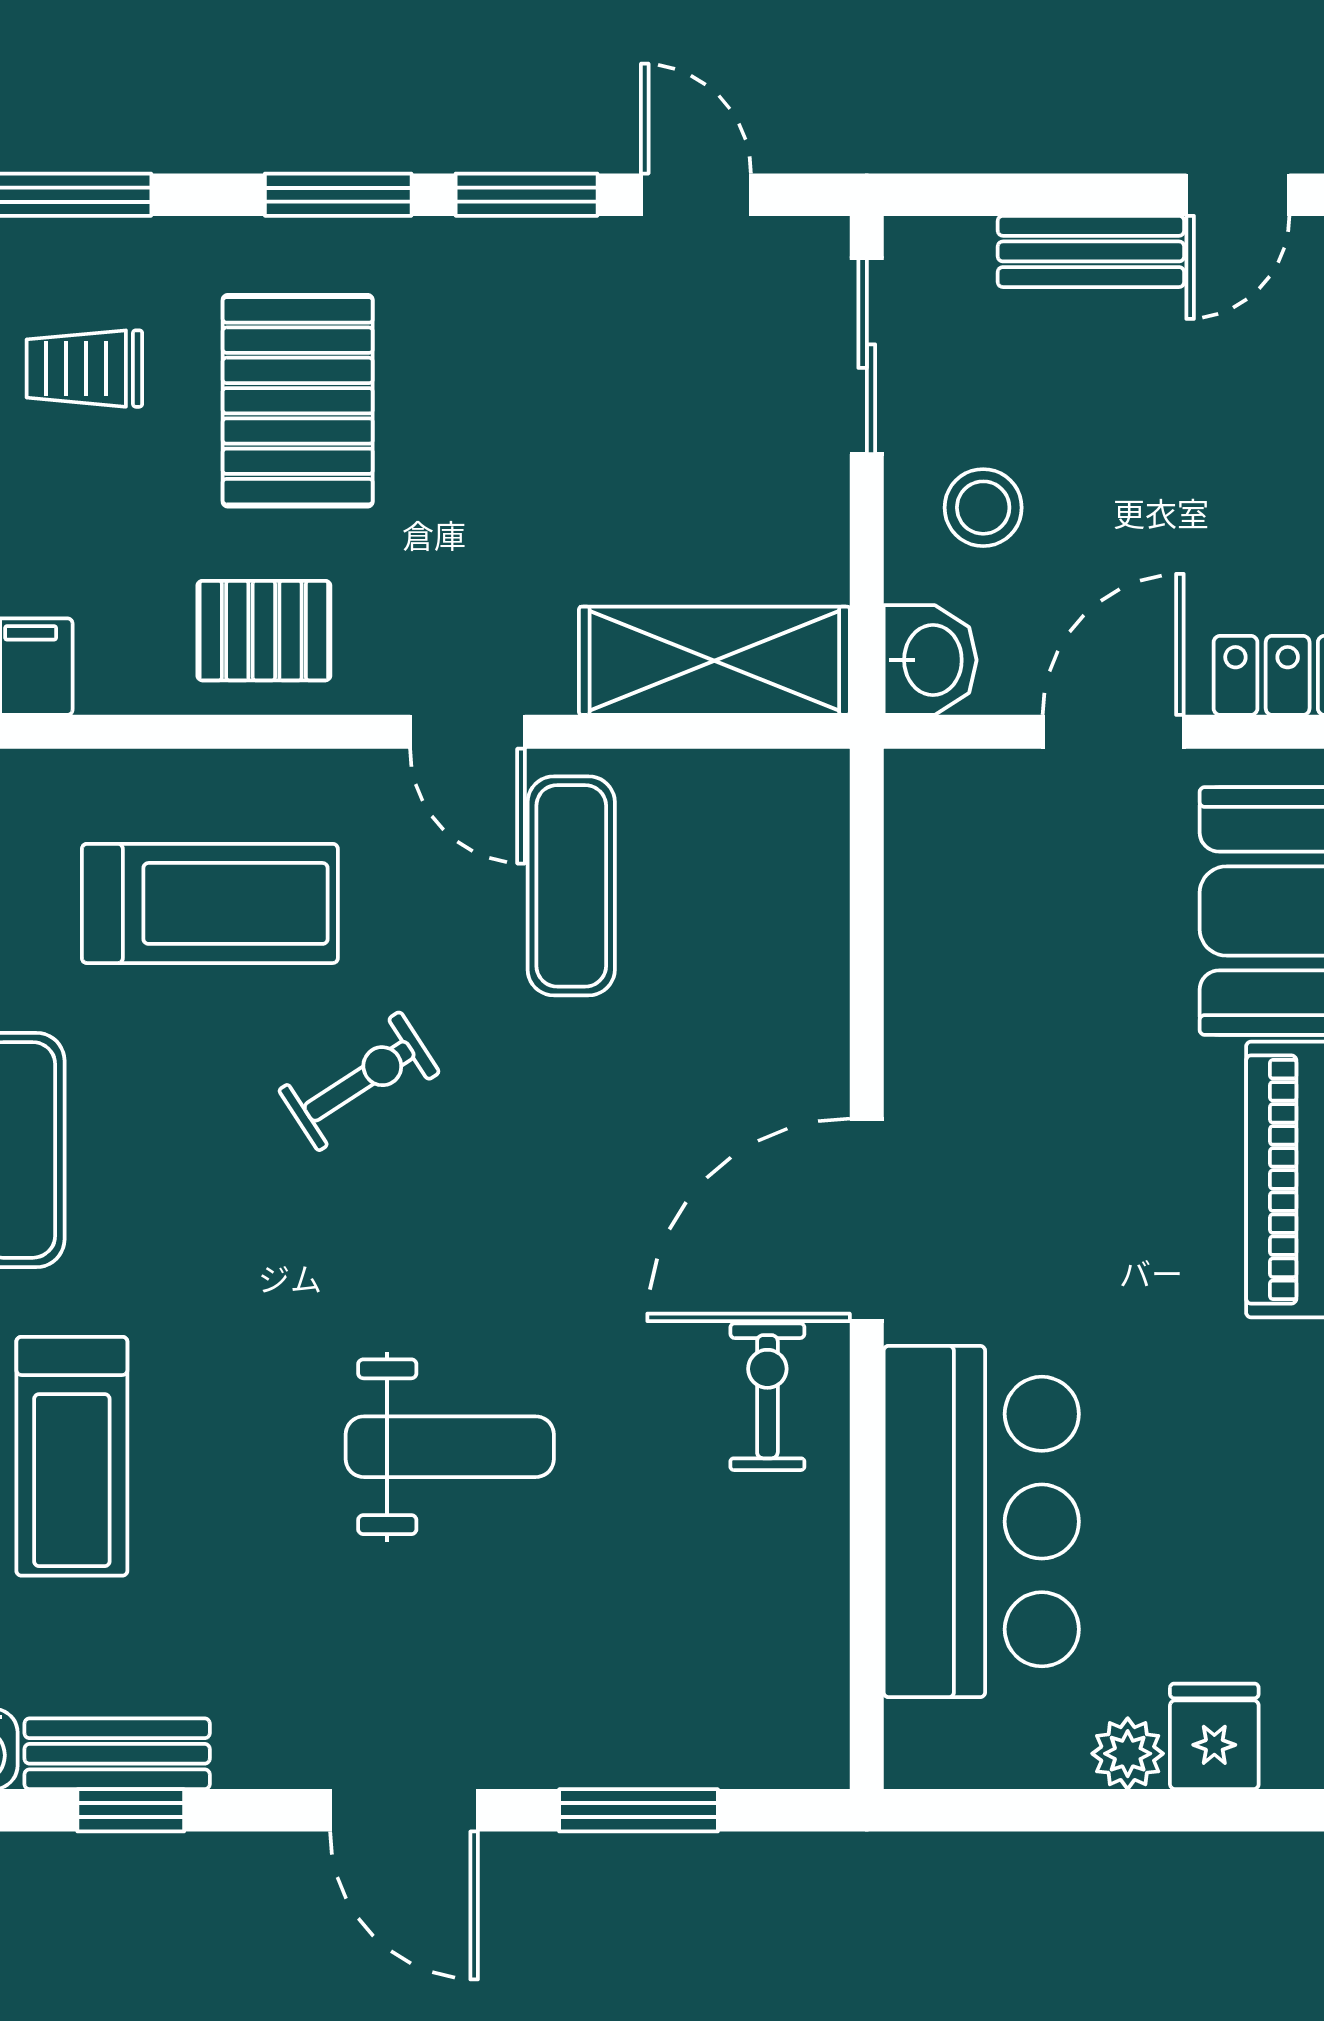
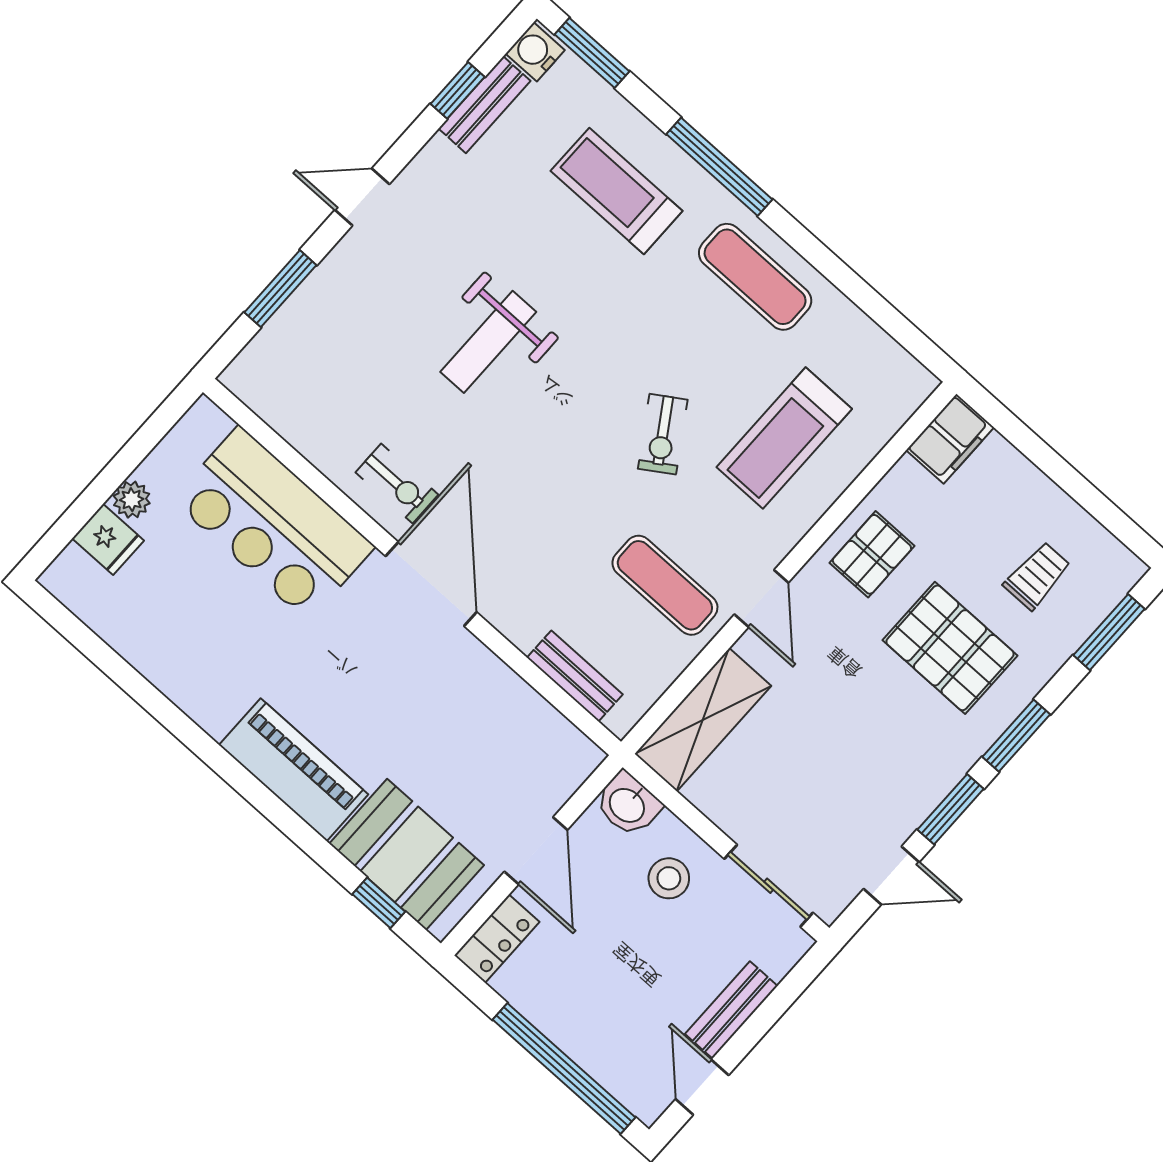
door: (467, 732) -> (761, 599), swing flipped
bench: (815, 899) -> (575, 676), added
door: (404, 1810) -> (362, 197), width x0.73

